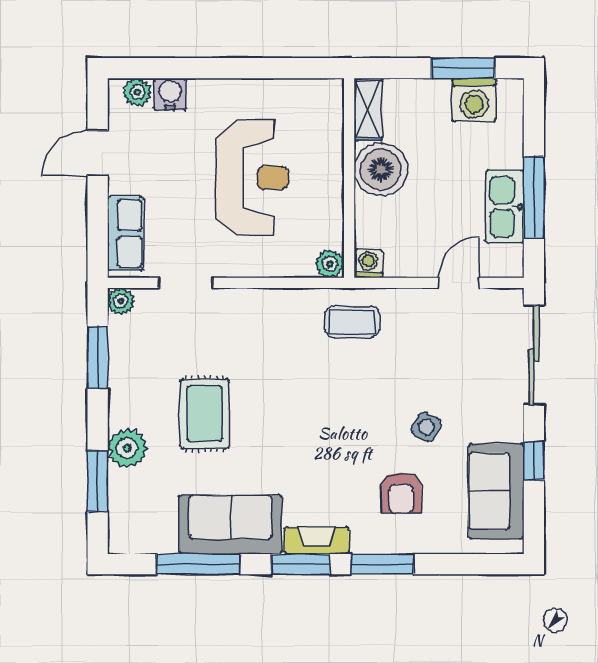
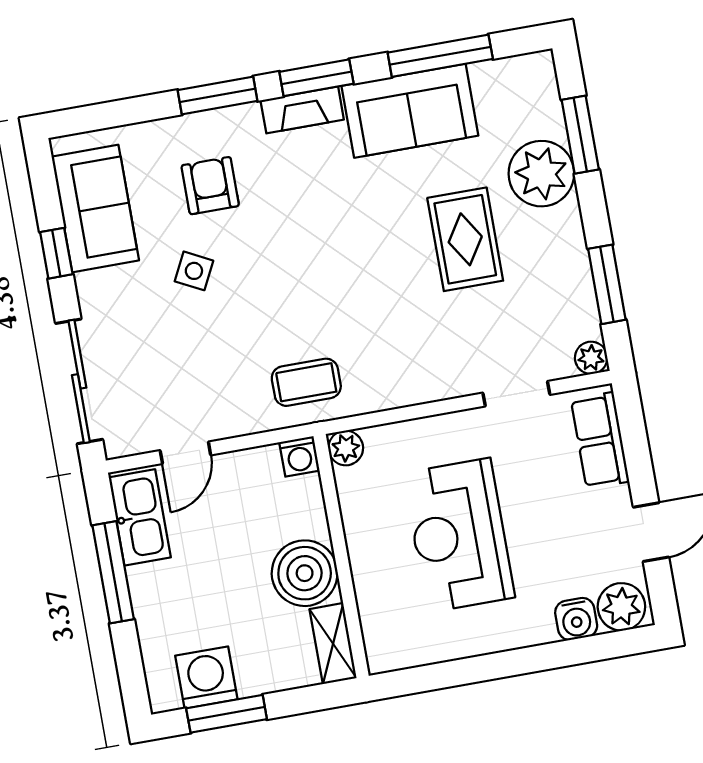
plant: (137, 92) -> (621, 607), width x1.38, depth x1.38
kitchen sink: (505, 207) -> (140, 517), moved
plant: (127, 448) -> (541, 174), width x1.36, depth x1.36

